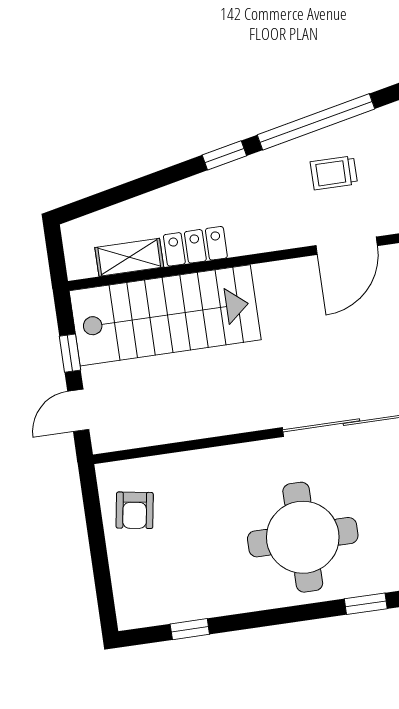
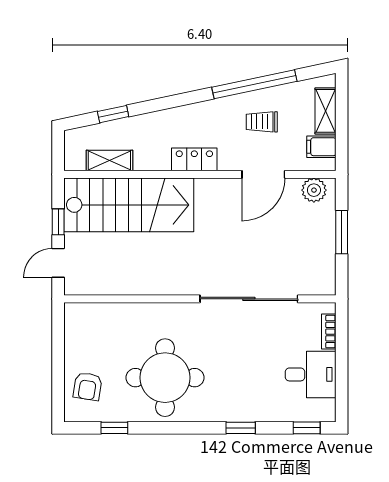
window: (224, 155) -> (113, 114), moved
locker: (195, 246) -> (194, 159), moved
armchair: (135, 510) -> (88, 386), moved
round table: (303, 537) -> (165, 378), moved

